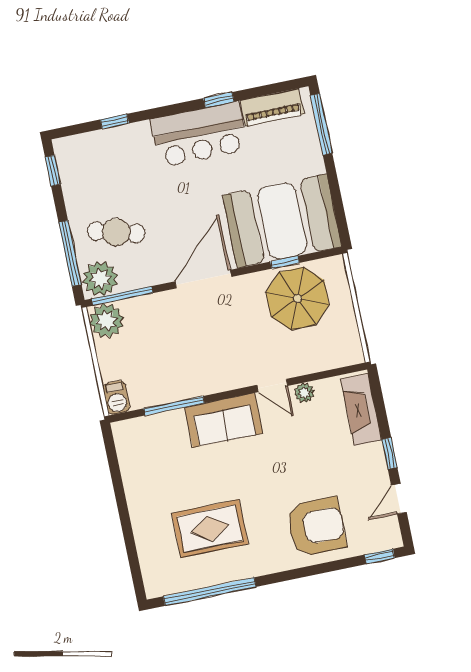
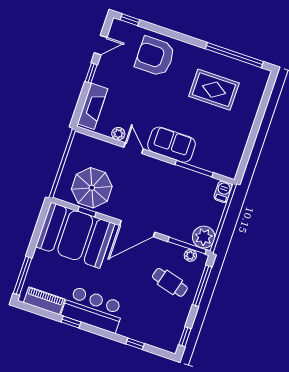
plant: (100, 279) -> (190, 255), width x0.53, depth x0.53

